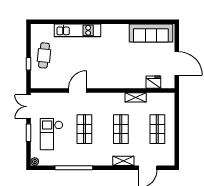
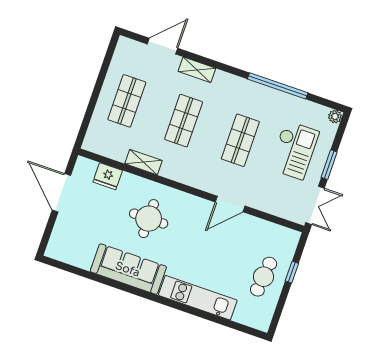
sofa: (151, 33) -> (128, 269), moved
round table: (121, 66) -> (149, 219), added

